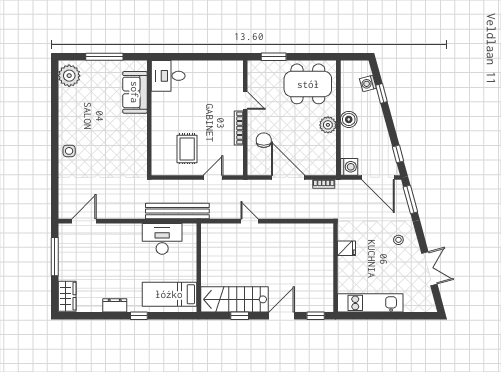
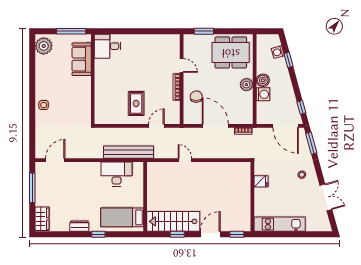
desk: (168, 76) -> (108, 46), moved
sofa: (135, 92) -> (82, 59), moved
wall: (149, 118) -> (93, 79), moved
washing machine: (349, 167) -> (263, 94), moved

